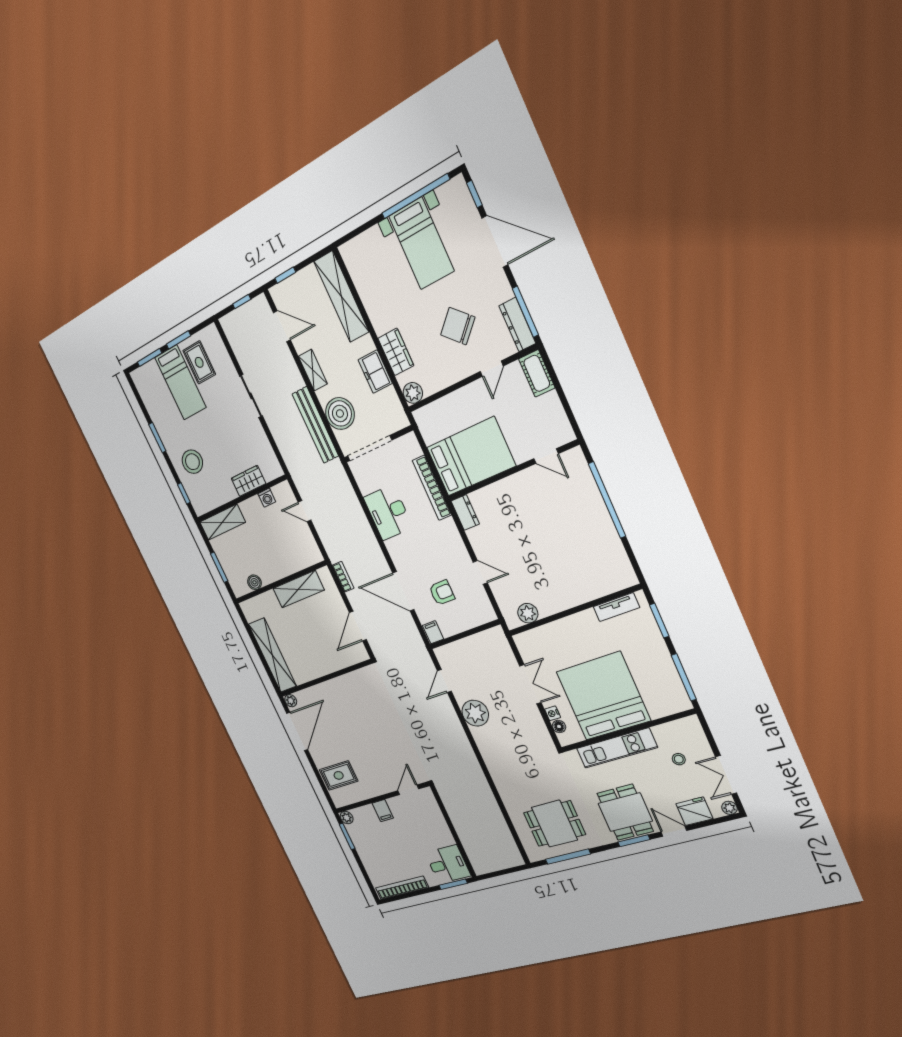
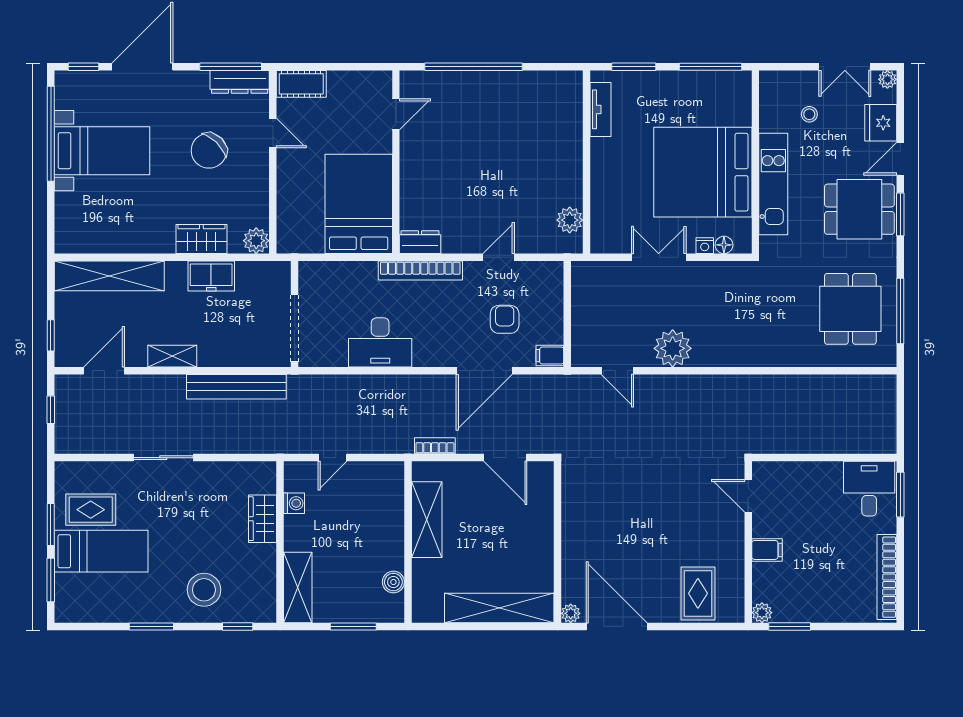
boiler: (340, 413) -> (238, 346), removed
bookcase: (432, 488) -> (420, 270), moved

